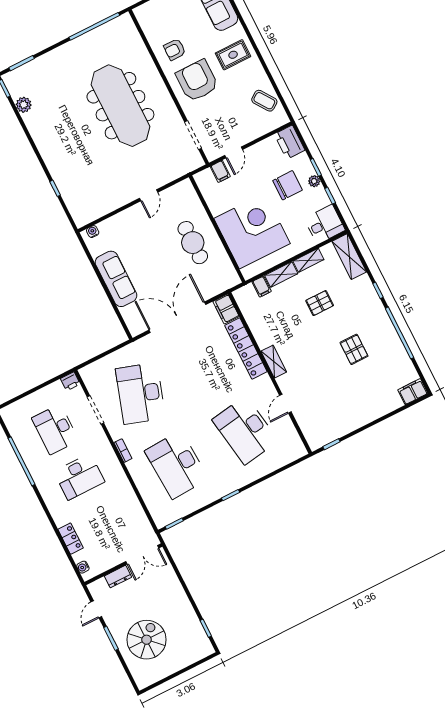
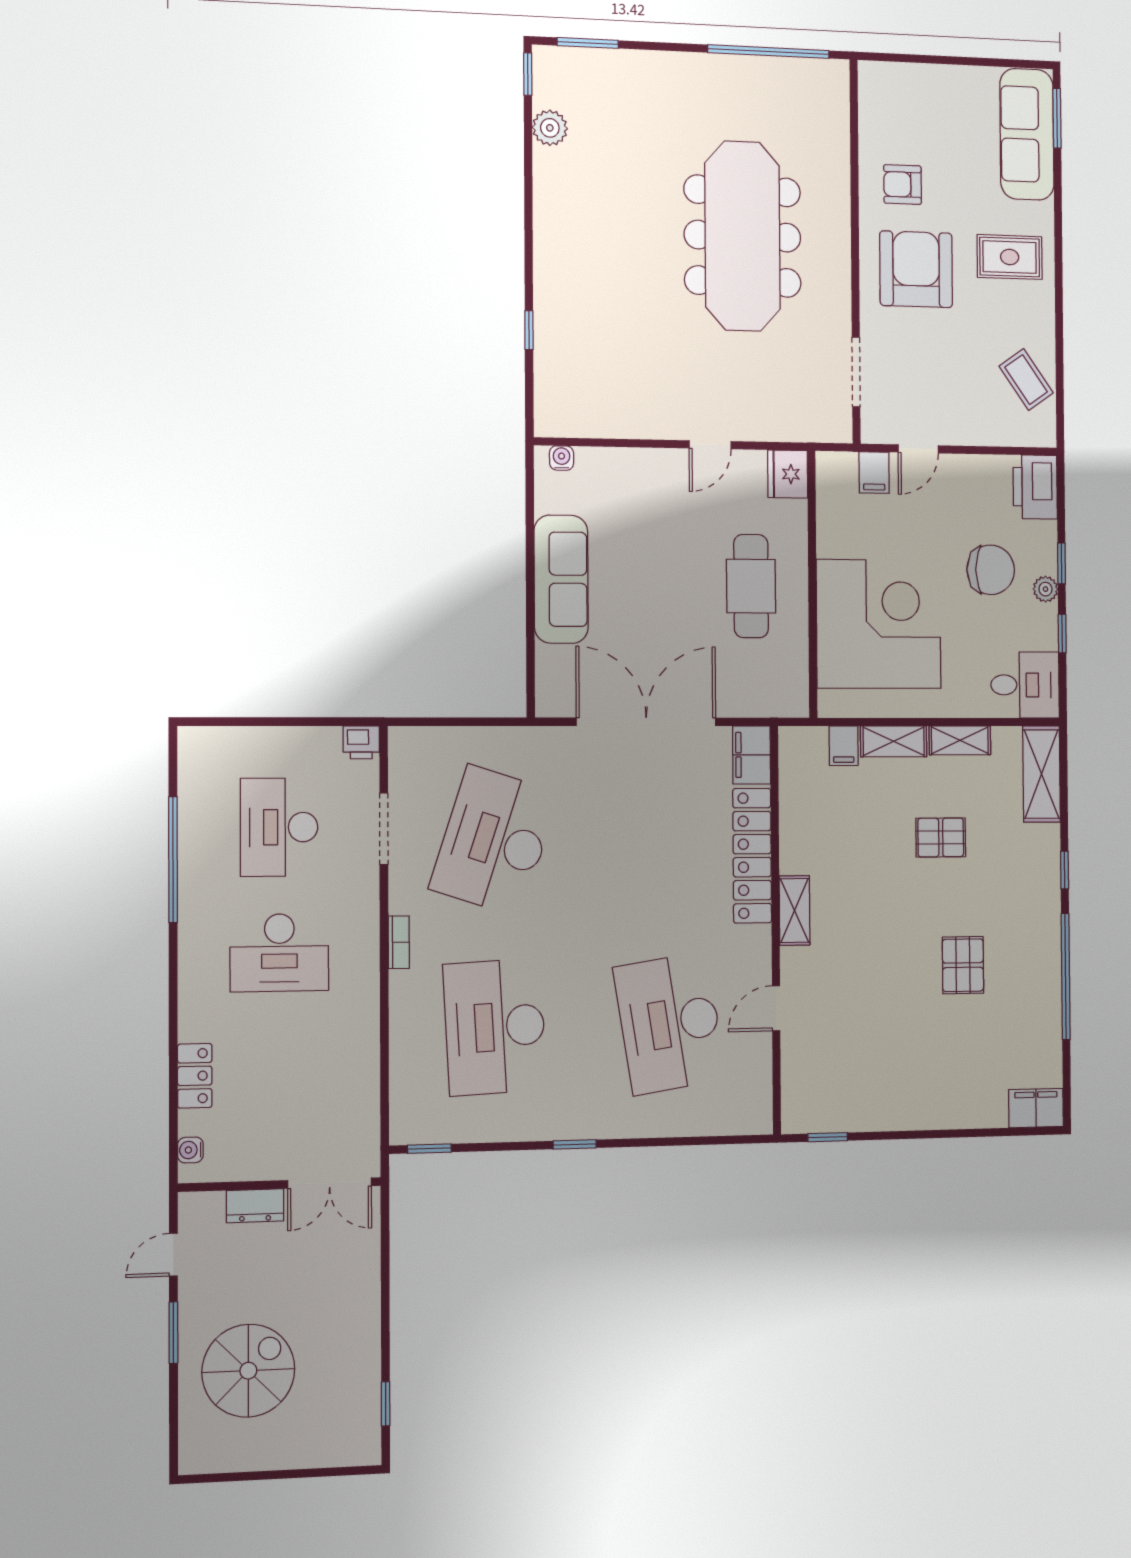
fridge: (185, 190) -> (788, 474), added

